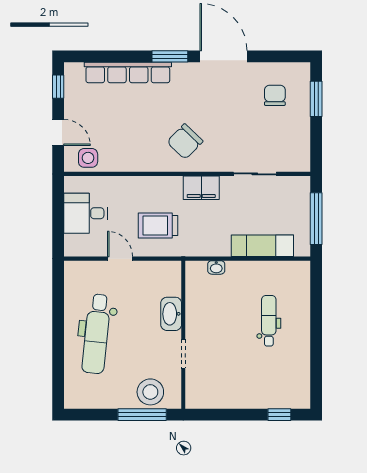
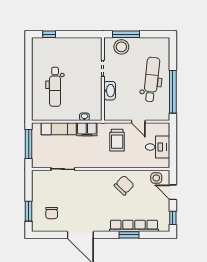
window: (170, 56) -> (129, 235), moved
chair: (185, 142) -> (124, 185), moved
filing cabinet: (201, 188) -> (87, 129), moved, turned 180
trolley: (158, 226) -> (117, 140), turned 90
window: (58, 312) -> (173, 92), added
dental chair: (269, 321) -> (55, 87), width x1.36, depth x1.38

